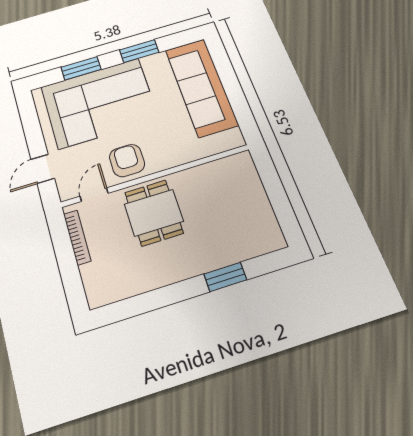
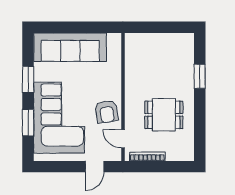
armchair: (127, 161) -> (107, 112), turned -99
door: (43, 169) -> (95, 167), hinge flipped
dining table: (154, 213) -> (164, 115), moved

